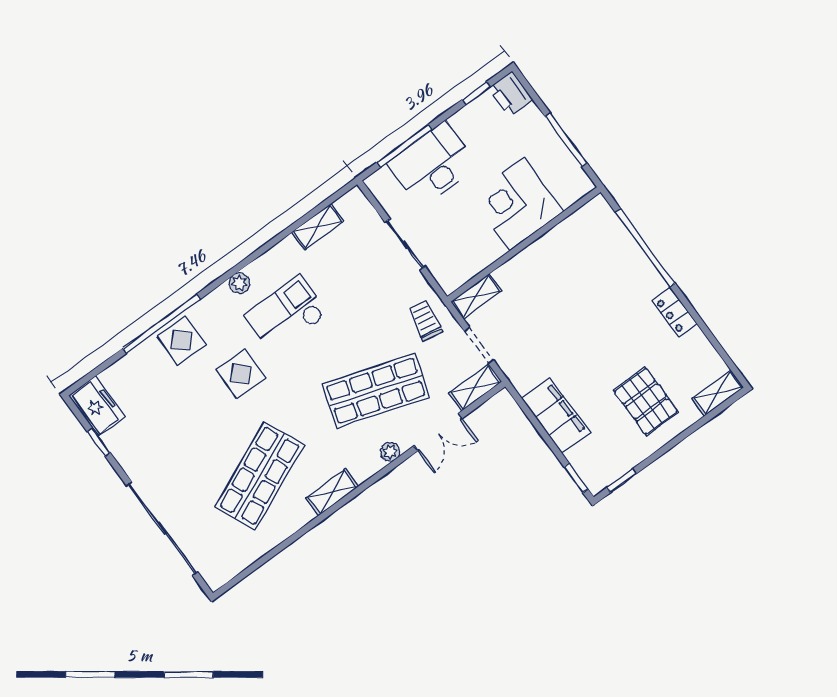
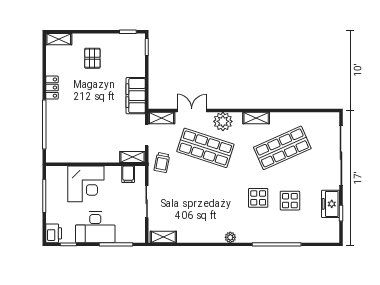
desk: (433, 165) -> (95, 227), moved
shelving: (317, 227) -> (163, 237), moved
filing cabinet: (464, 265) -> (128, 174), added
checkout: (286, 315) -> (220, 209), removed
display table: (182, 340) -> (290, 201), moved
pallet: (646, 401) -> (92, 58), width x0.67, depth x0.71
freezer: (97, 406) -> (330, 204), moved
filing cabinet: (556, 416) -> (136, 96), moved
plant: (390, 452) -> (223, 121), width x1.88, depth x1.88

